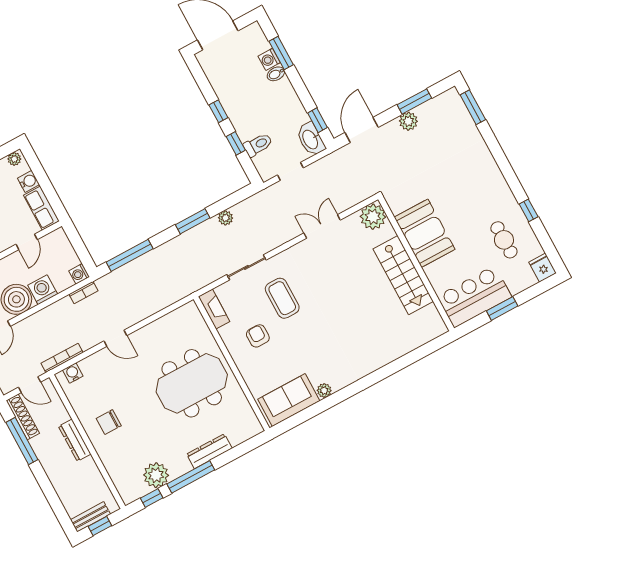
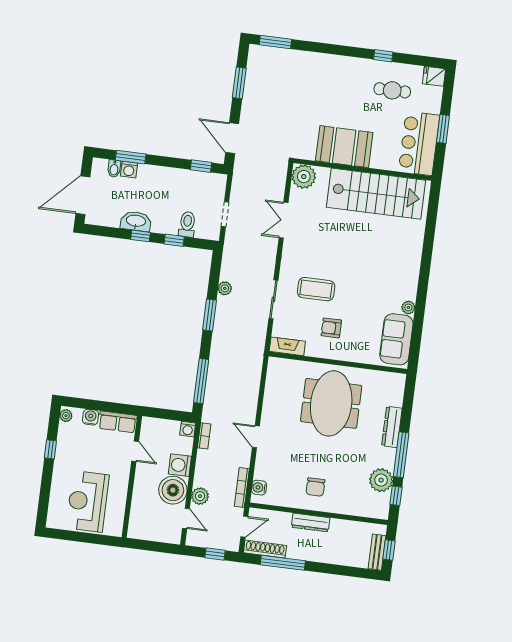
bidet: (276, 74) -> (114, 169), moved
plant: (408, 121) -> (200, 496), moved
washbasin: (311, 139) -> (136, 221), moved, turned 180
stairs: (403, 275) -> (376, 194), width x1.36, depth x1.51
door: (115, 338) -> (256, 437), swing flipped

